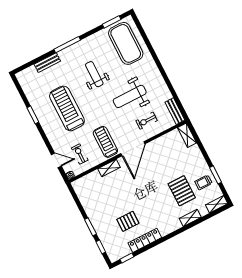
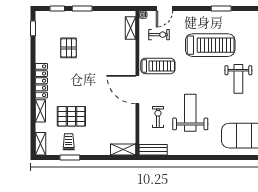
weight bench: (94, 74) -> (238, 79), moved, turned 90
shelving: (109, 168) -> (130, 28), moved
locker: (145, 240) -> (41, 81), moved

